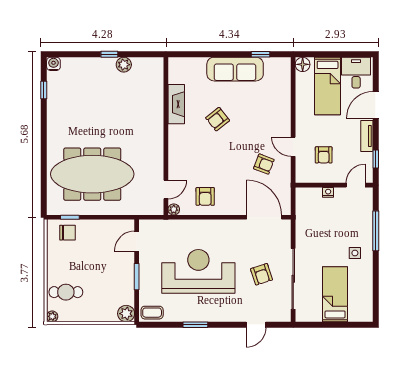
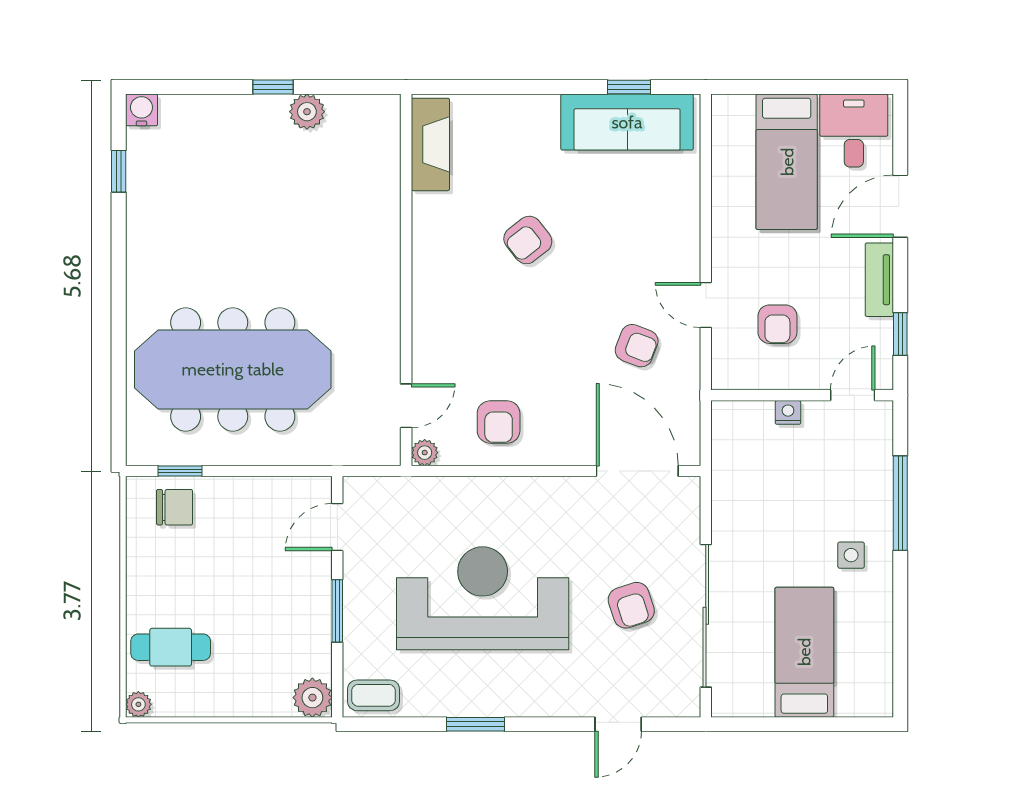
floor lamp: (303, 64) -> (728, 111), removed
sofa: (235, 69) -> (627, 122), moved
fireplace: (176, 104) -> (430, 144), moved

